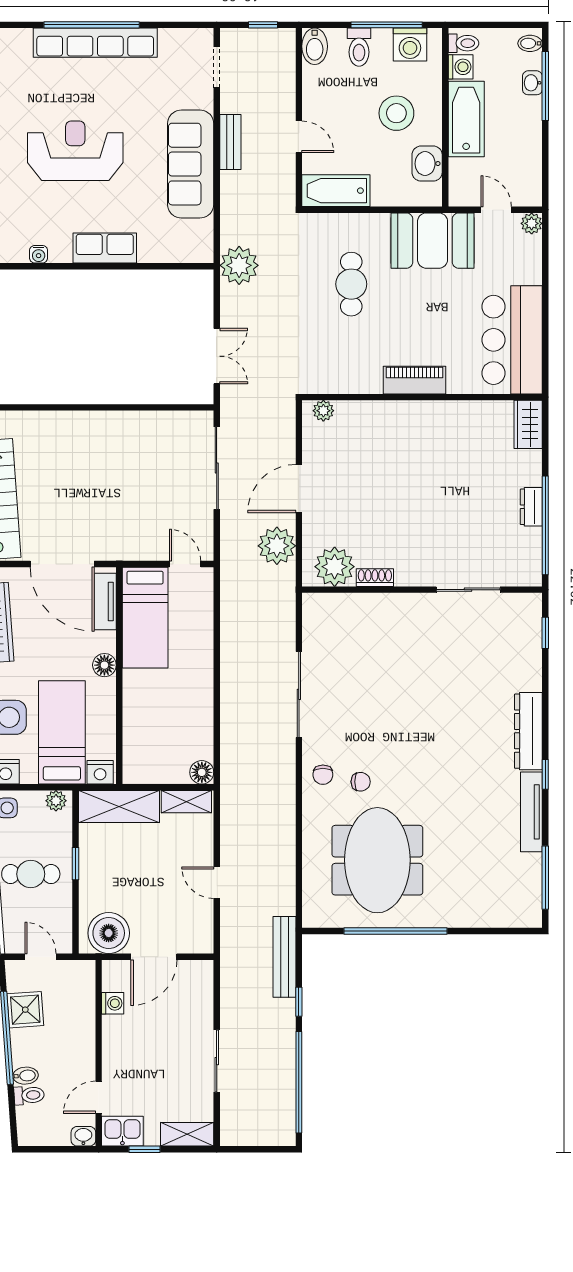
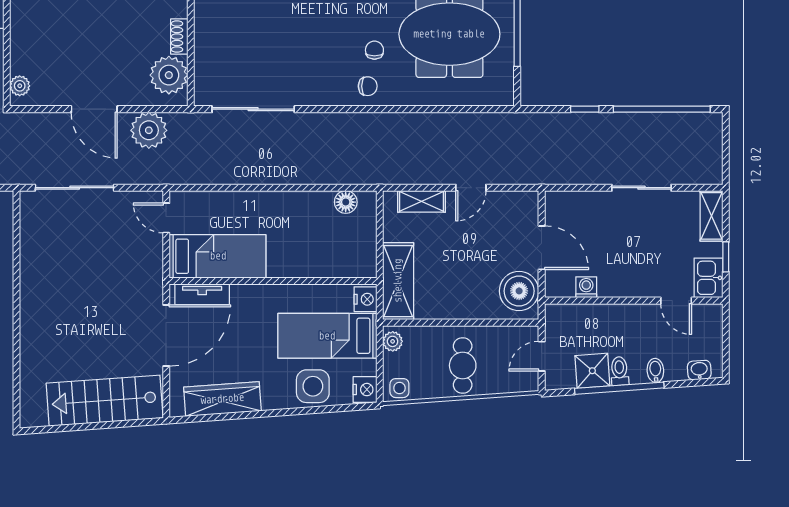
door: (185, 564) -> (166, 218), hinge flipped
floor lamp: (104, 665) -> (263, 295), removed
sliding door: (299, 694) -> (253, 109), moved
floor lamp: (202, 772) -> (346, 202), moved
shelving: (186, 802) -> (422, 201), moved, turned 90
window: (76, 864) -> (453, 323), removed
bench: (284, 957) -> (542, 123), removed
toilet: (29, 1095) -> (620, 371), moved
washbasin: (83, 1136) -> (699, 370), moved, turned 86

